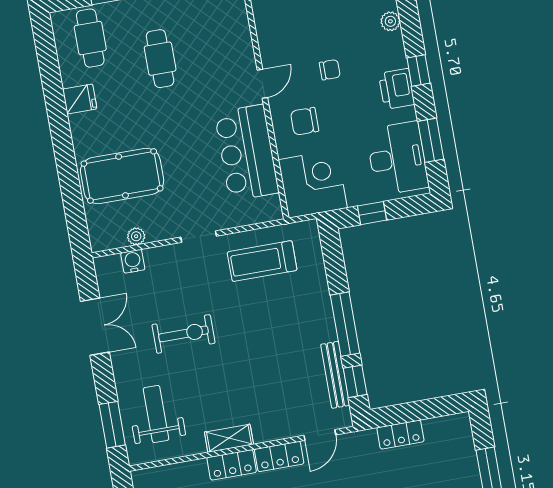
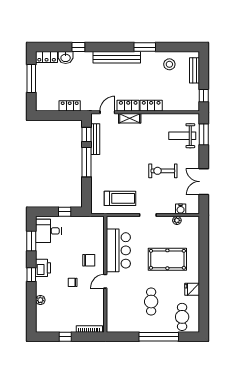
desk: (397, 158) -> (48, 231), width x0.73
pool table: (122, 176) -> (167, 259), moved
corner desk: (313, 184) -> (90, 230), removed
weight bench: (156, 414) -> (182, 136), turned 90
shelving: (229, 438) -> (130, 118), moved

